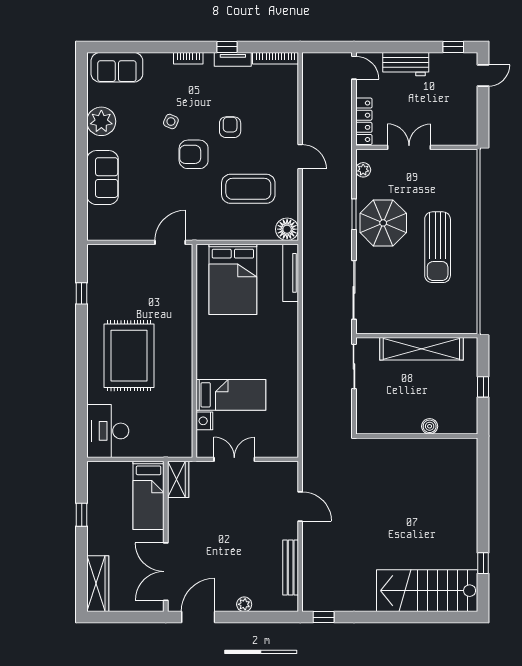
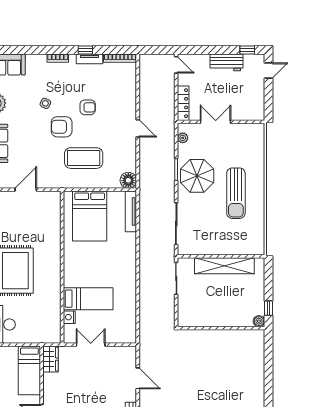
workbench: (406, 64) -> (227, 62), moved
armchair: (230, 127) -> (88, 107), turned 90
coffee table: (248, 189) -> (84, 158), moved
door: (170, 242) -> (26, 190), moved
window: (483, 387) -> (268, 308), moved
boiler: (430, 426) -> (259, 321), moved

